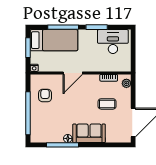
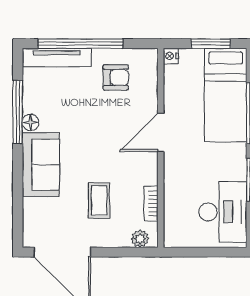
door: (73, 73) -> (161, 132), hinge flipped
tv unit: (35, 125) -> (57, 58), added

